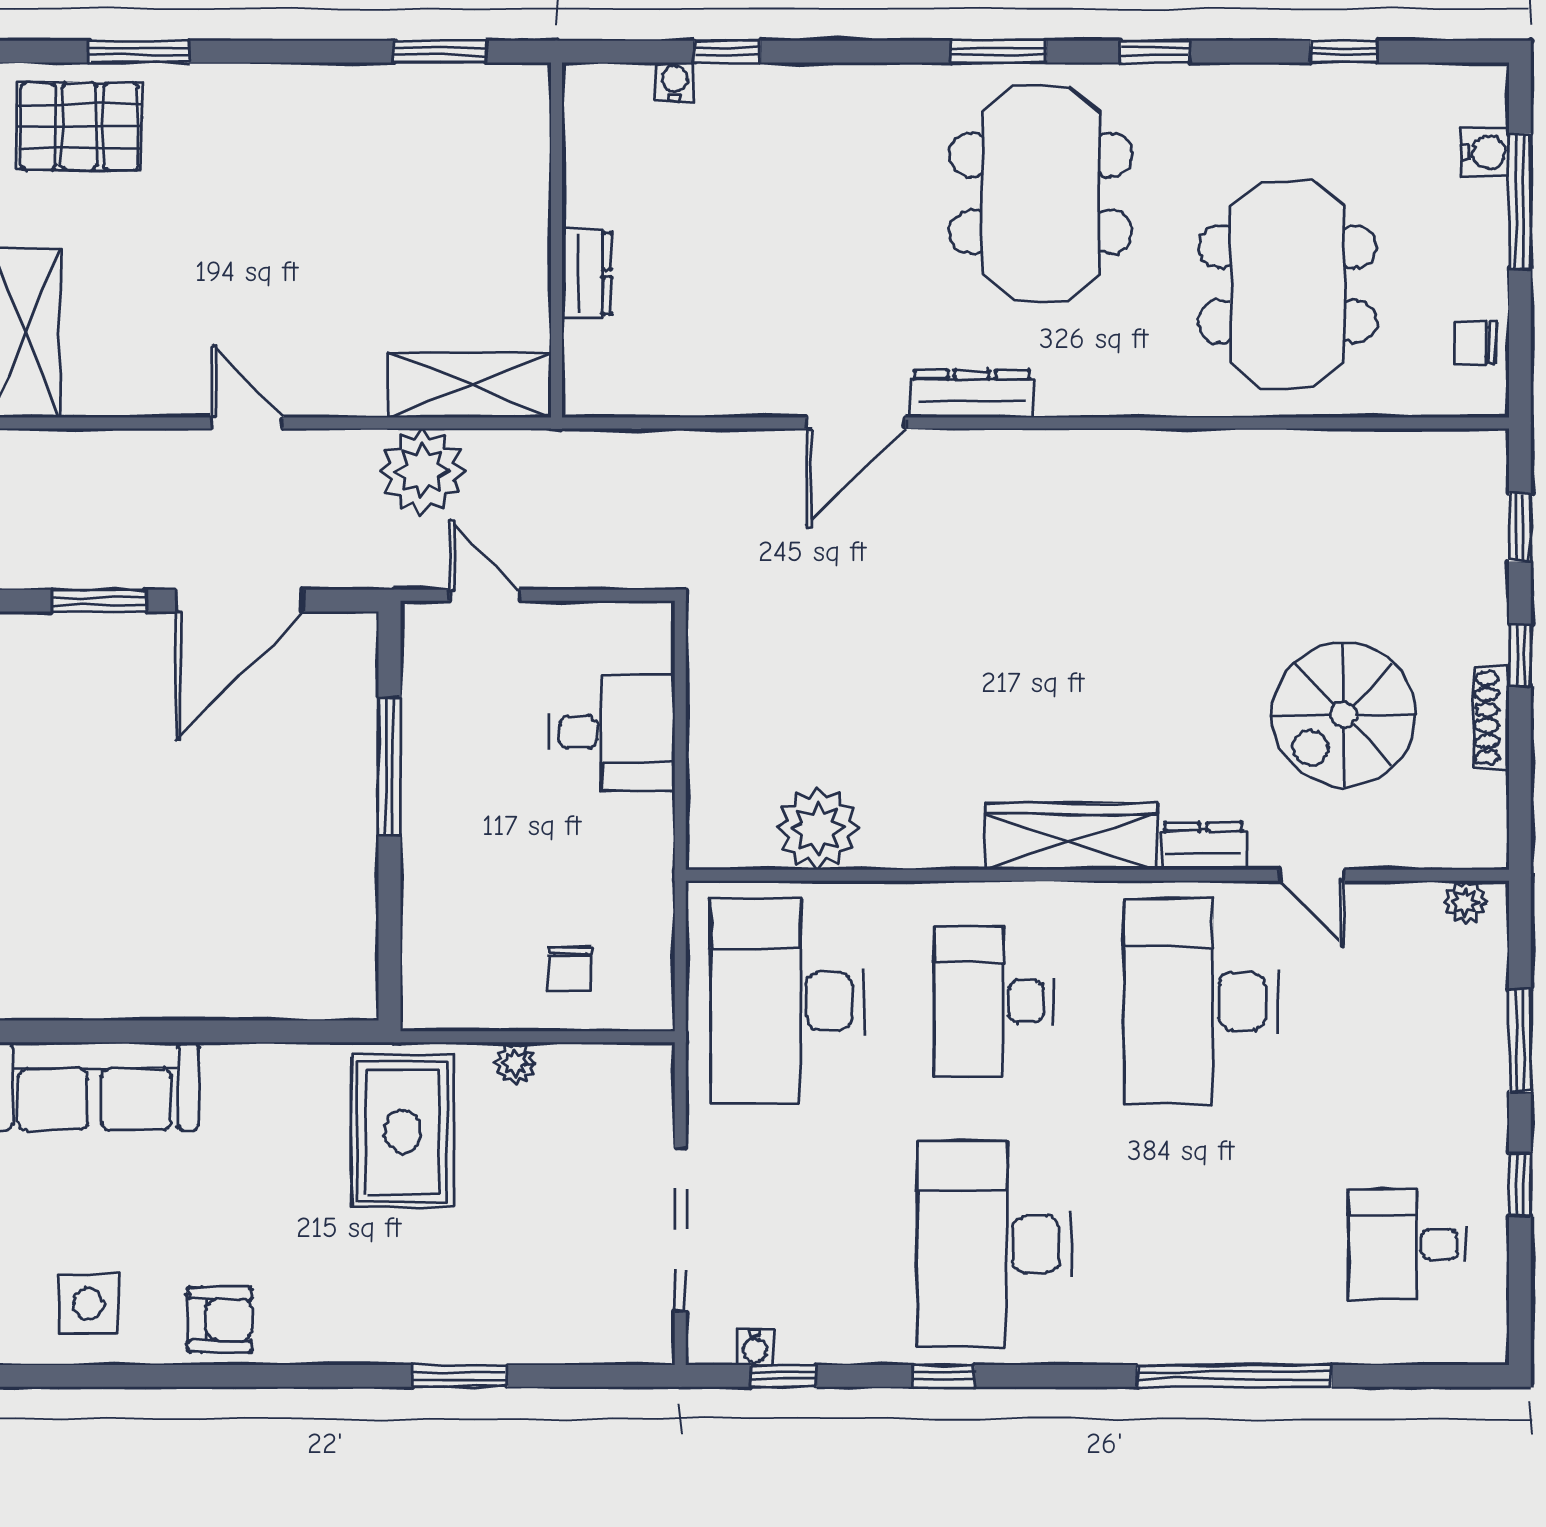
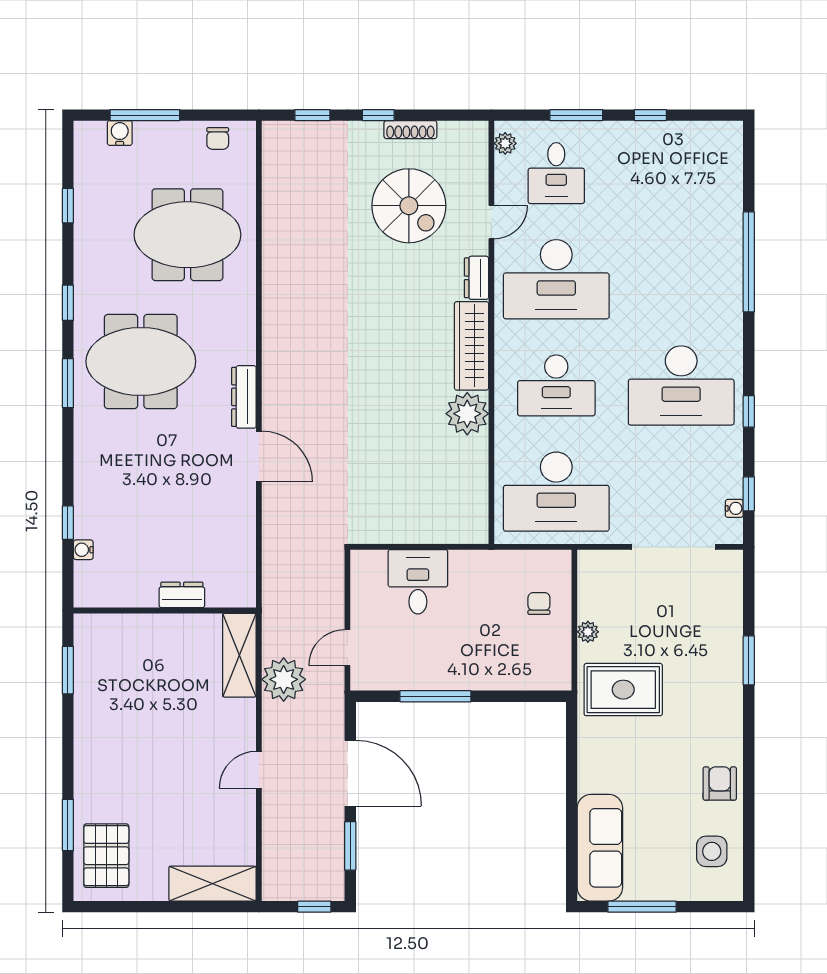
plant: (818, 828) -> (467, 414), moved
chair: (570, 968) -> (539, 604), turned -90
desk: (1407, 1244) -> (556, 173), moved

